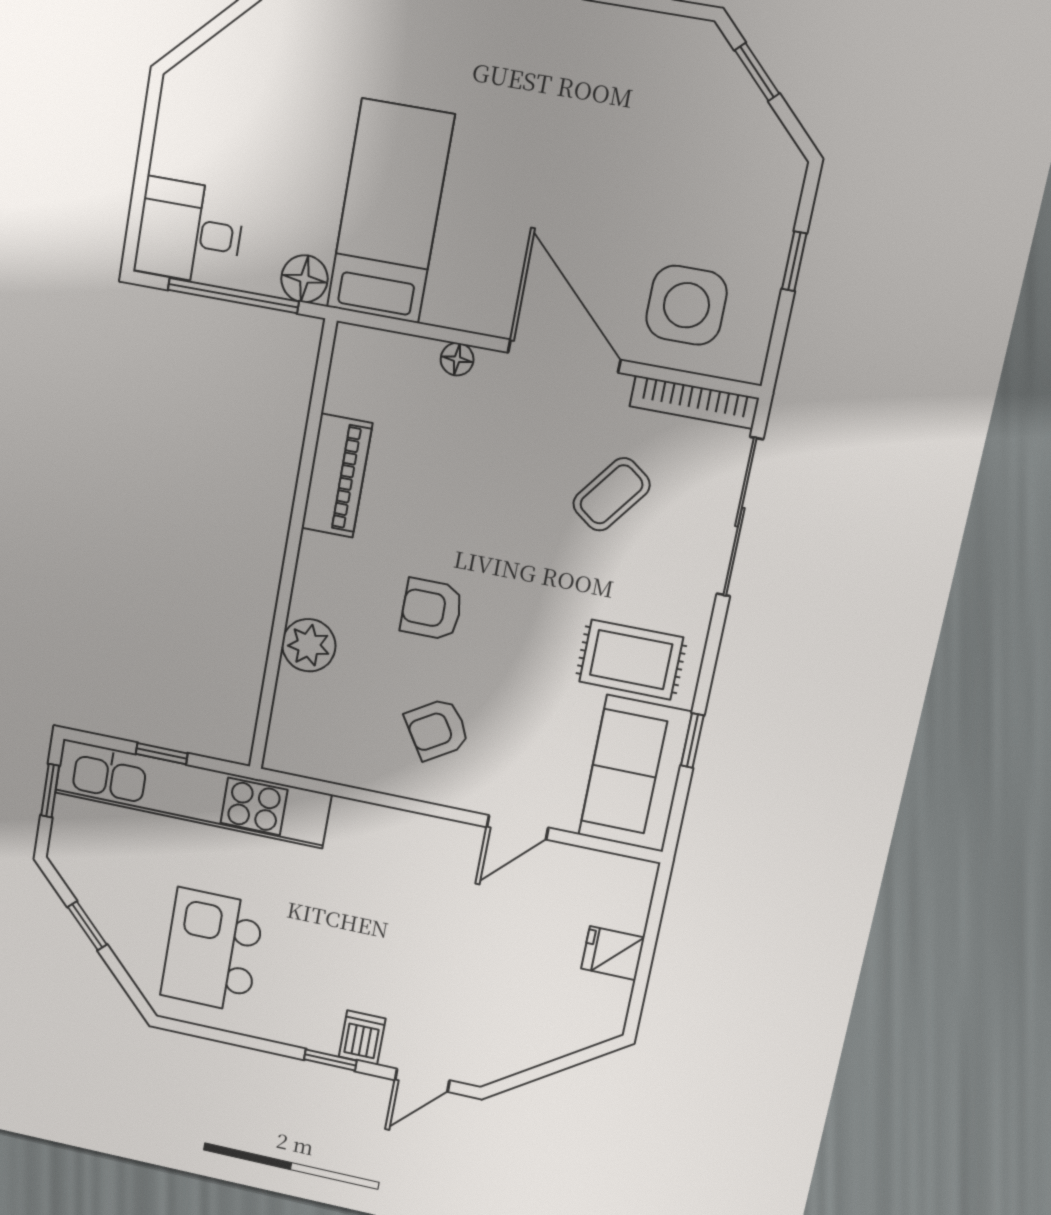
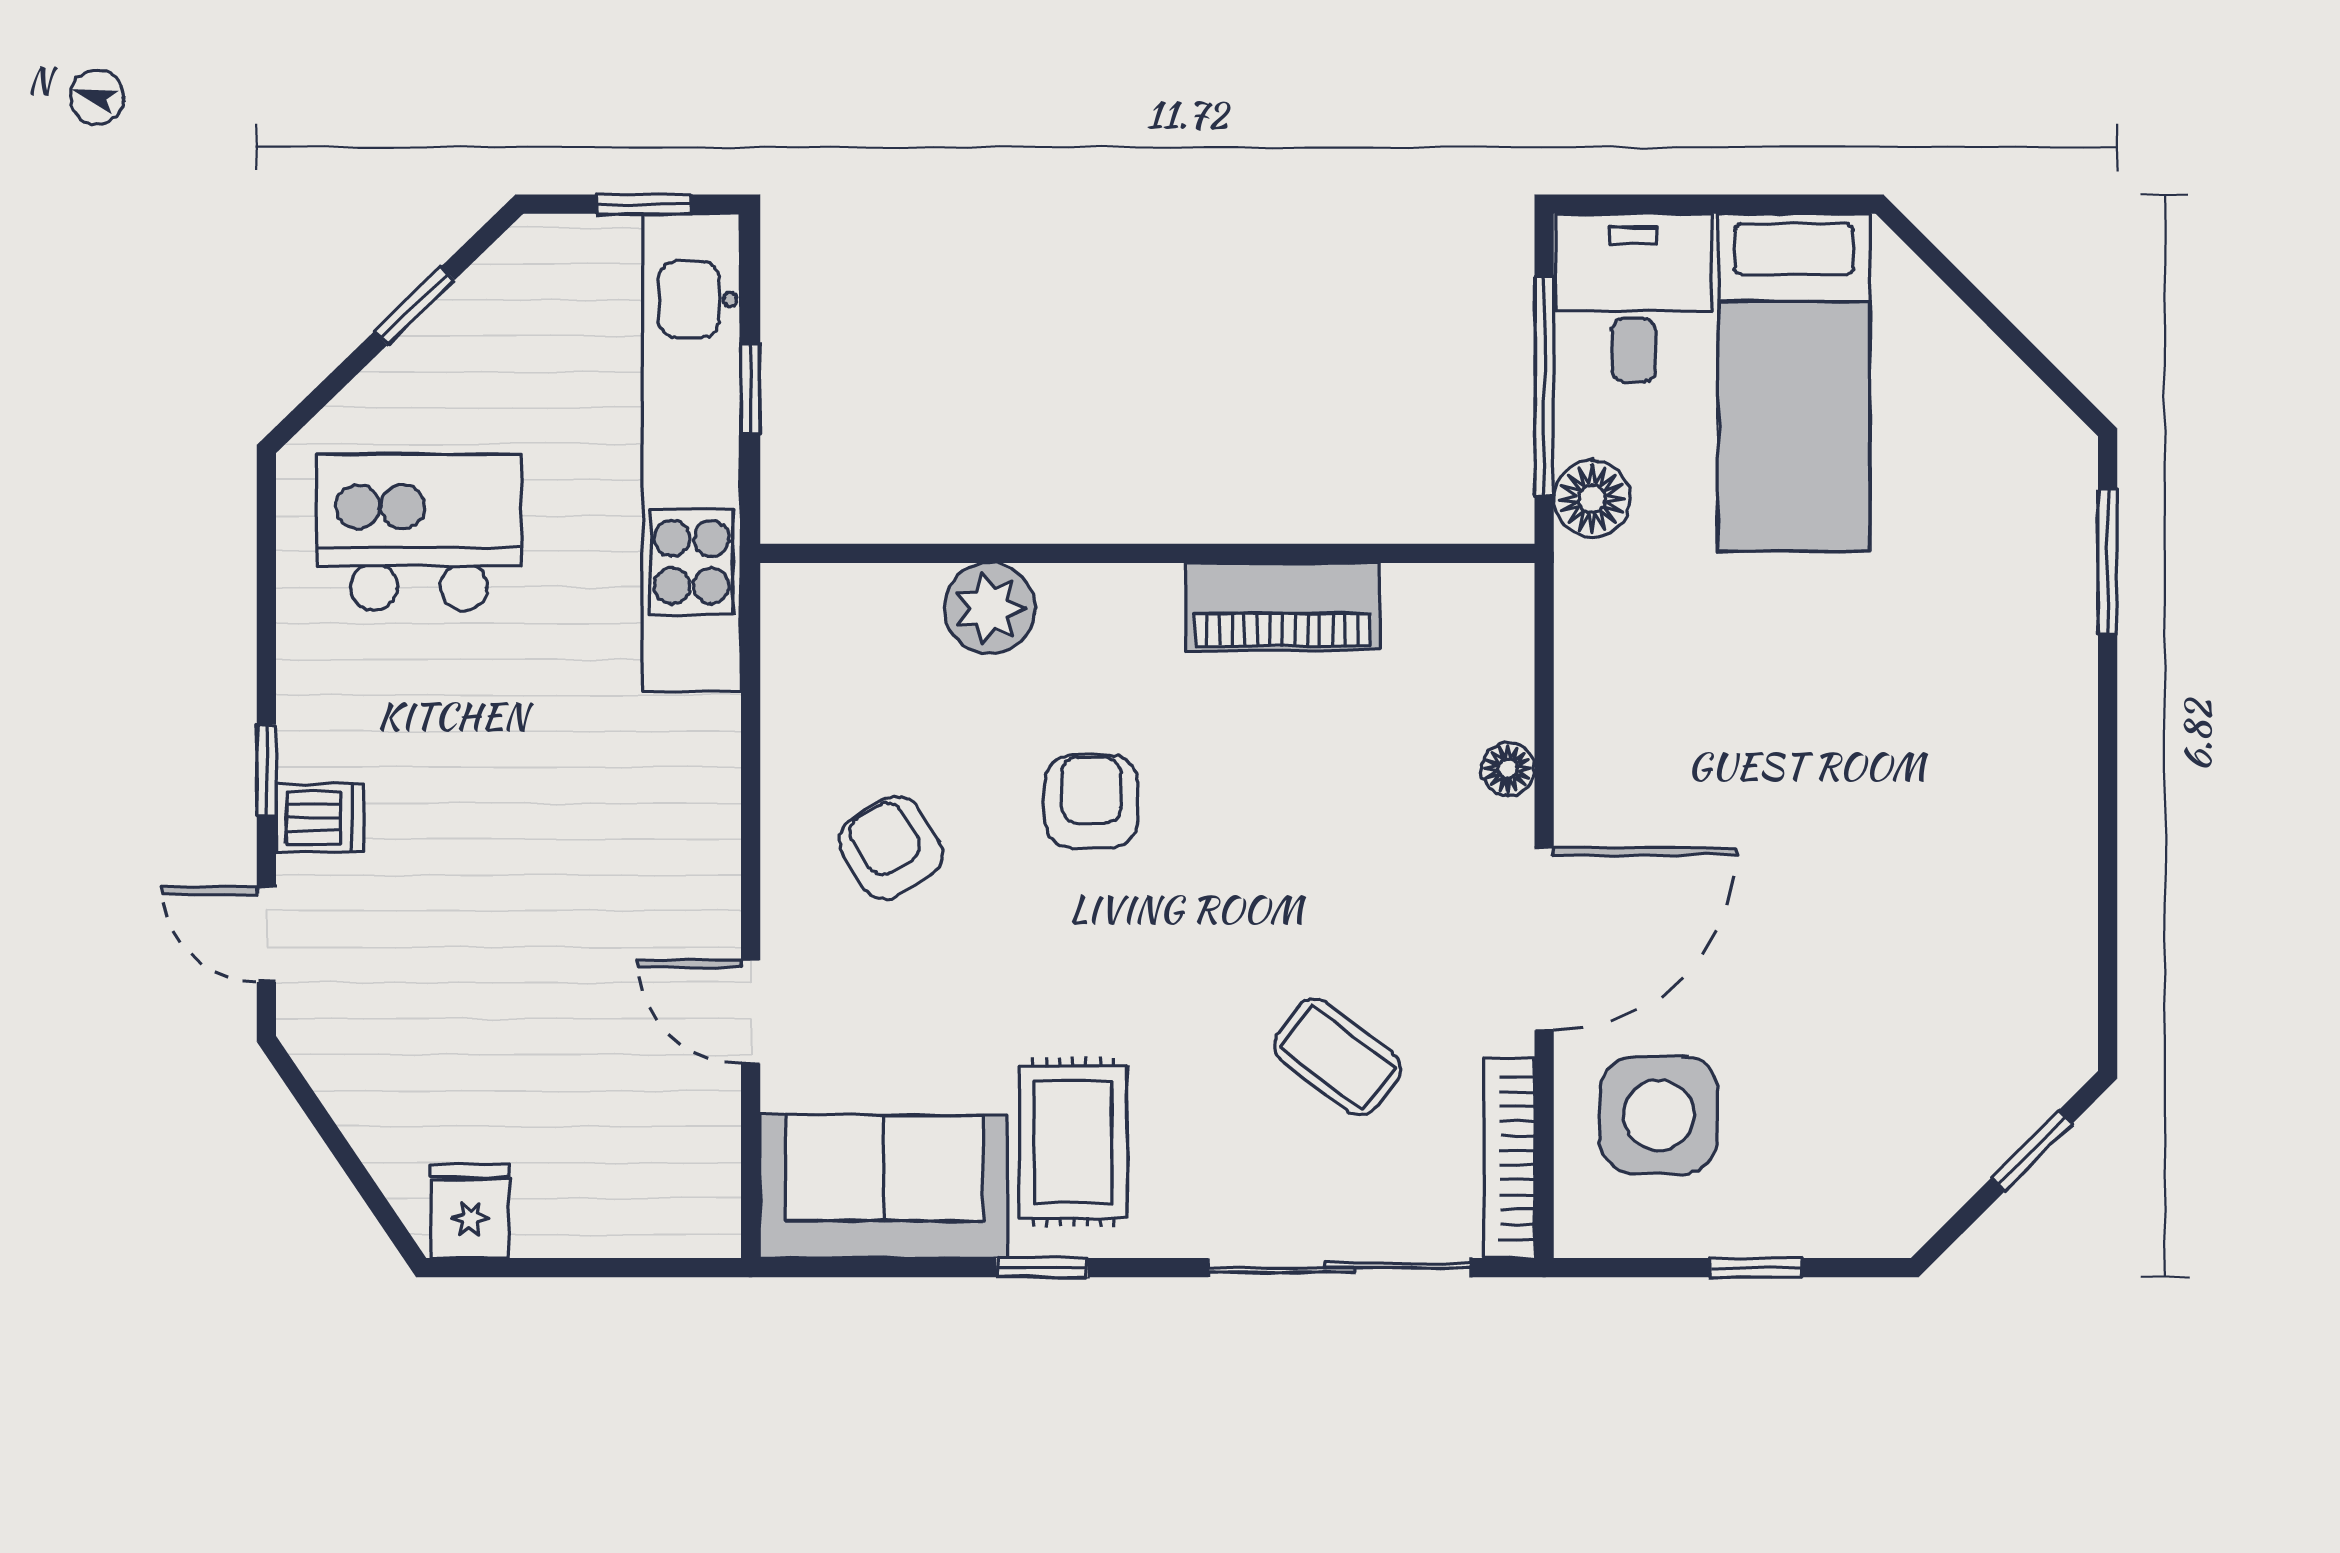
bed: (390, 212) -> (1794, 383), moved, turned 90
window: (692, 741) -> (1042, 1268), moved
fridge: (613, 953) -> (470, 1211), moved

